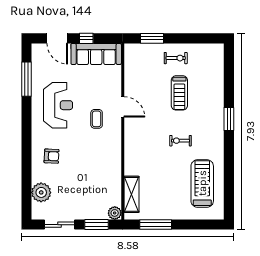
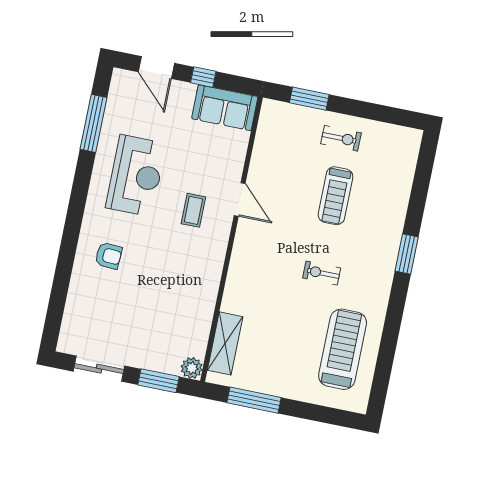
sofa: (96, 54) -> (225, 108), width x0.73
plant: (41, 192) -> (80, 311), removed

